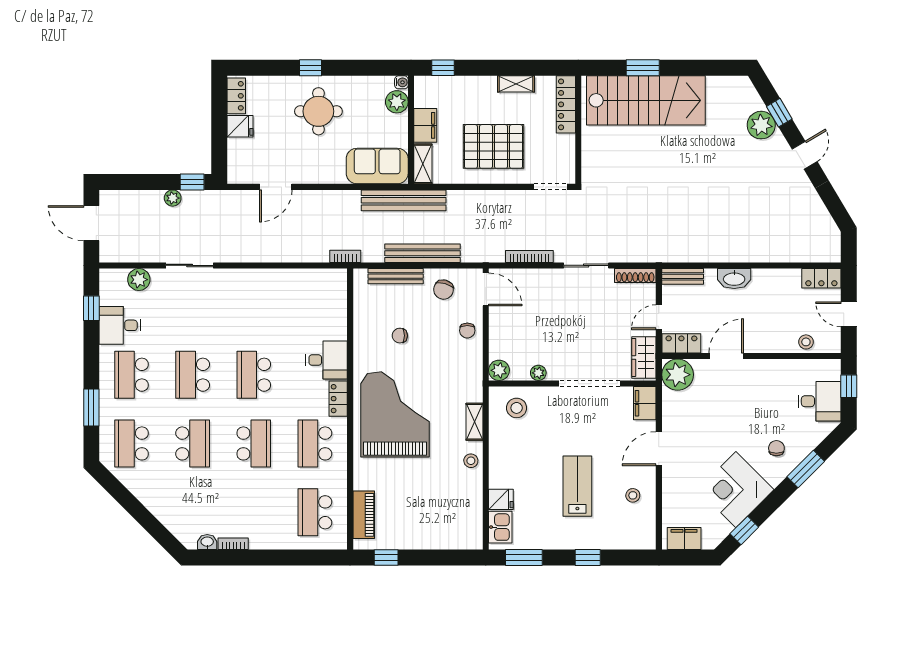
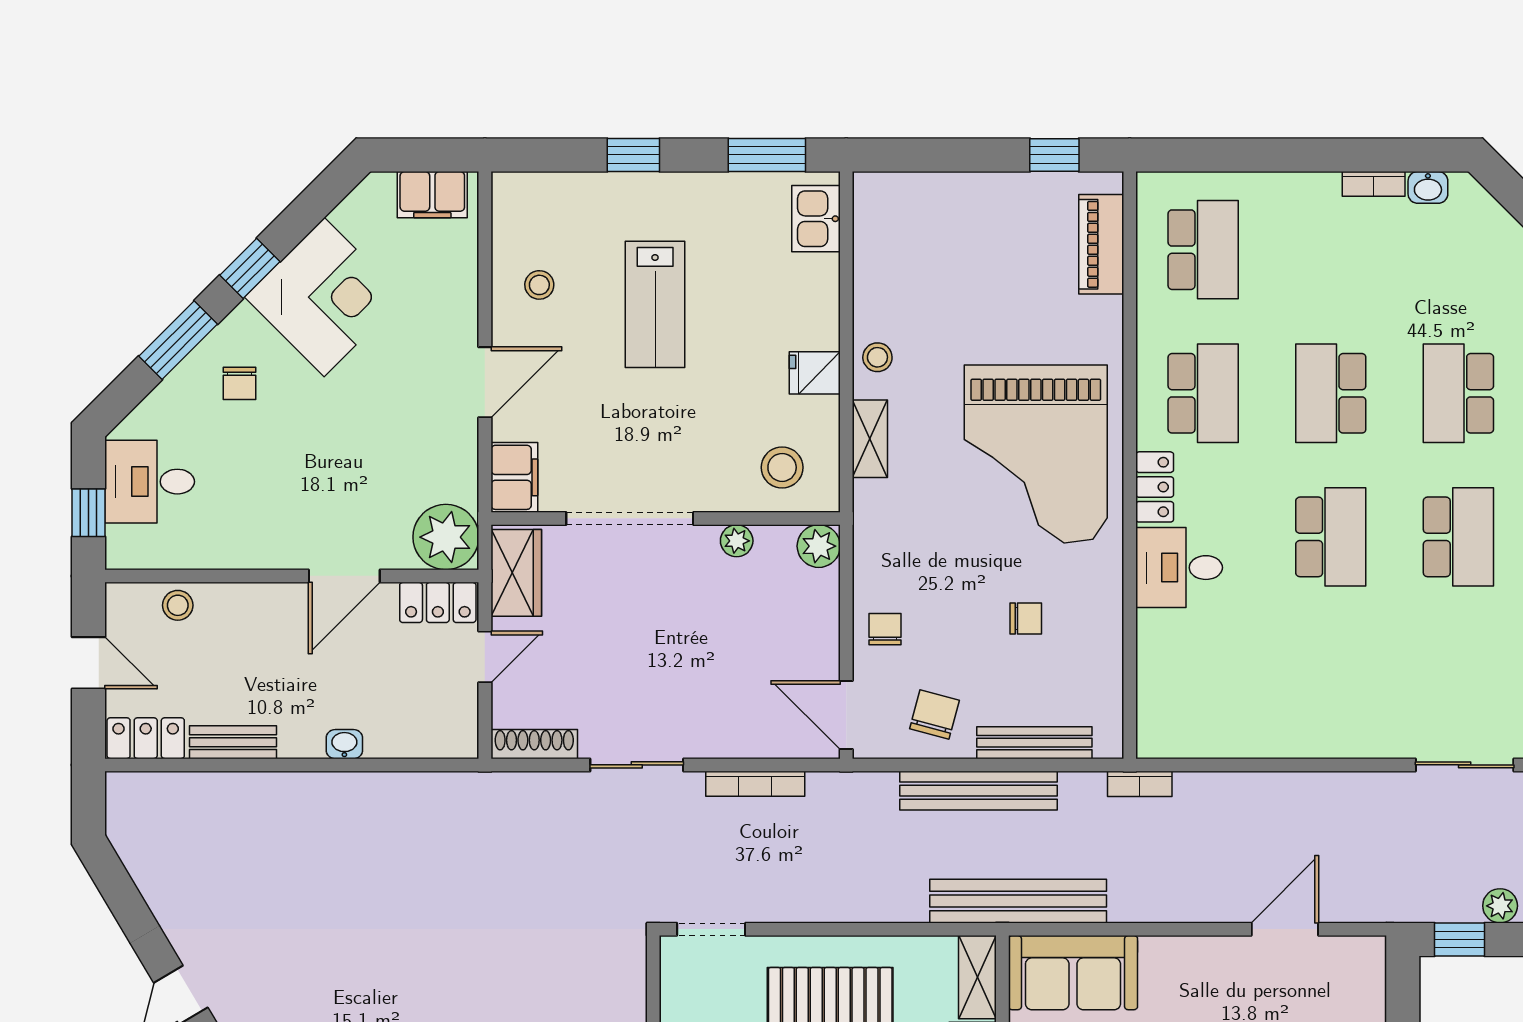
bench: (683, 276) -> (233, 742), moved
washbasin: (734, 279) -> (344, 744), width x0.52, depth x0.69
fridge: (501, 499) -> (815, 373), moved
window: (744, 530) -> (250, 268), moved

